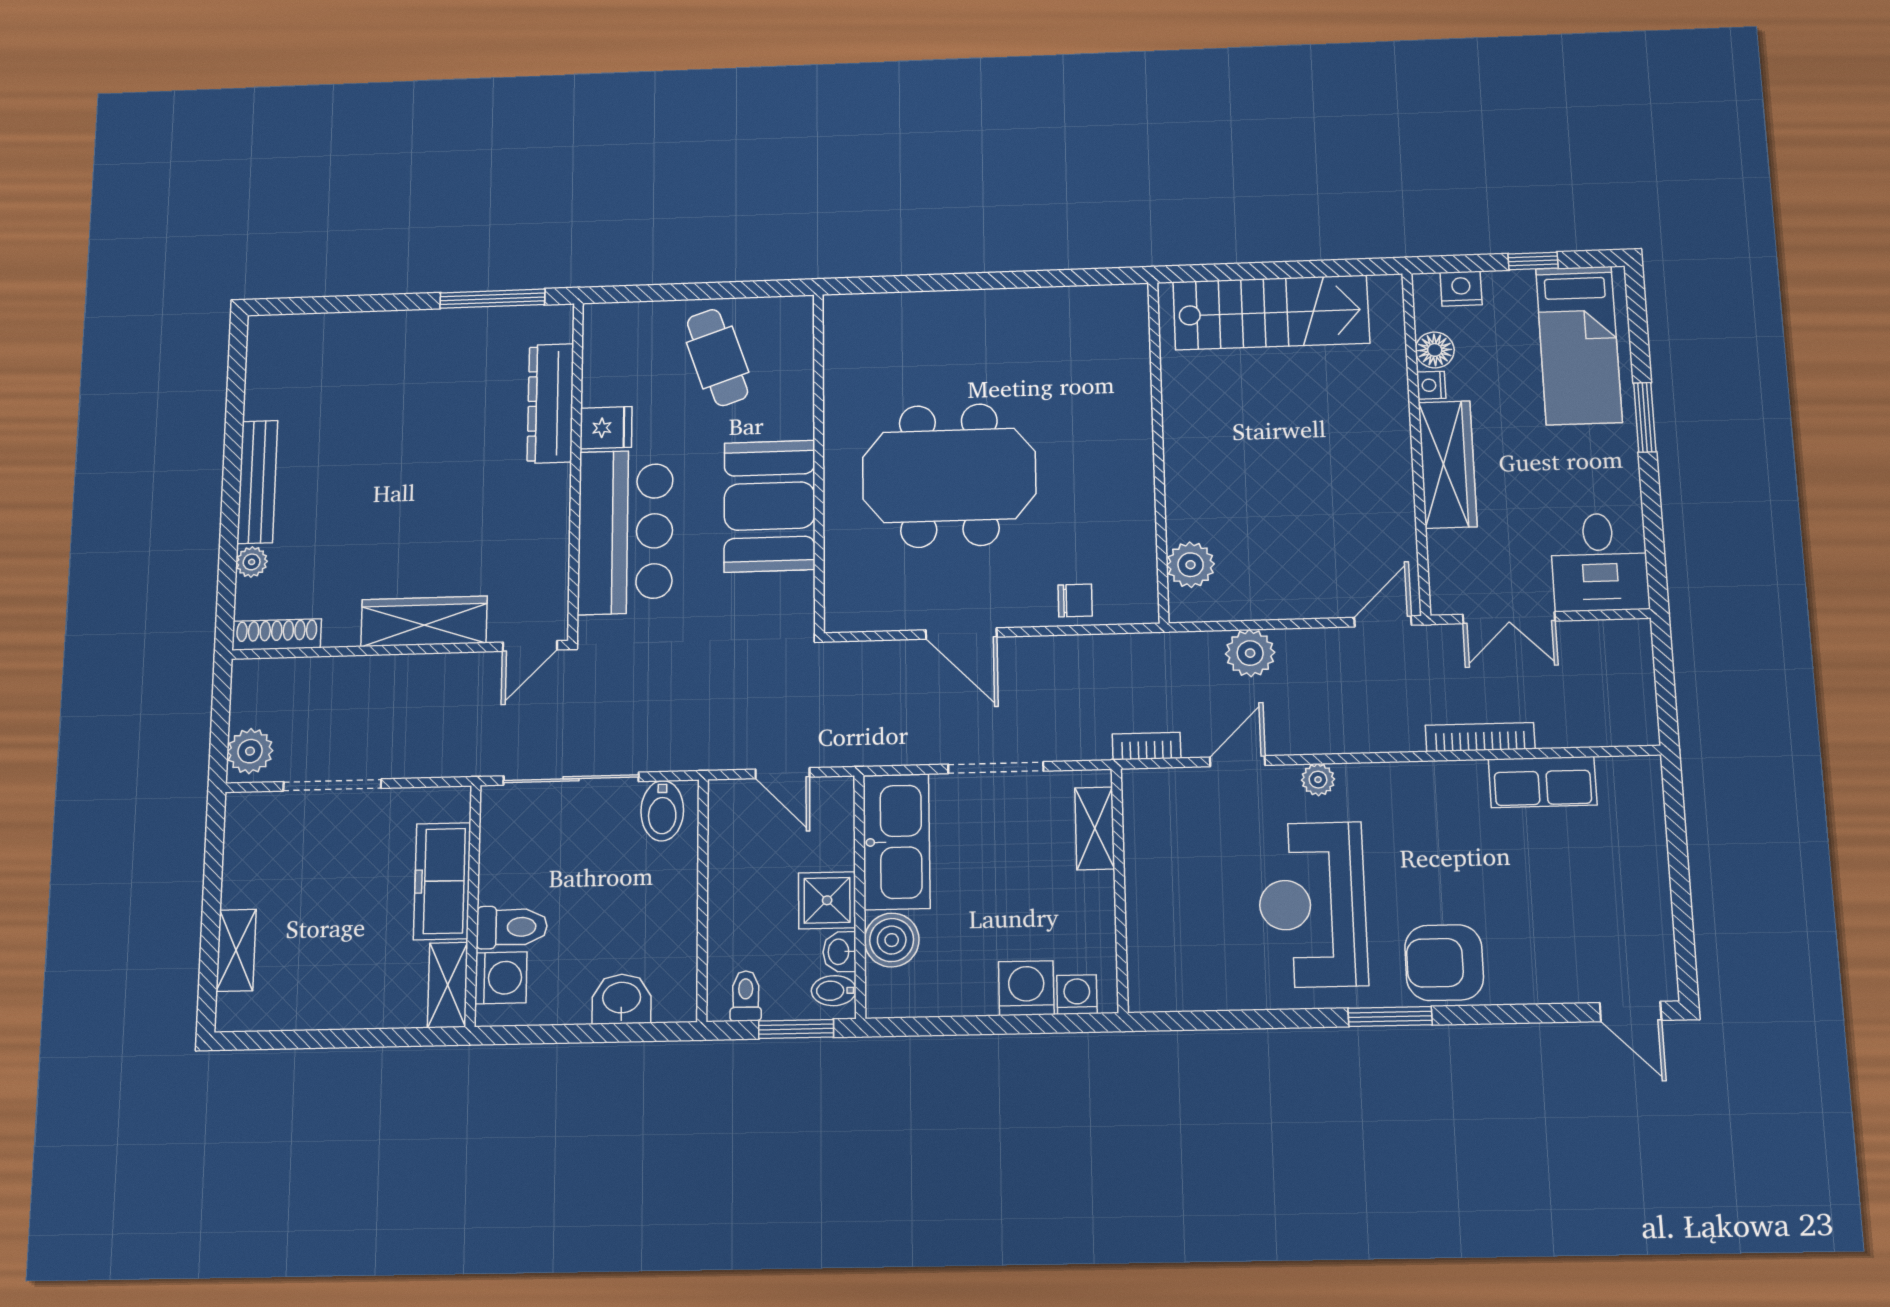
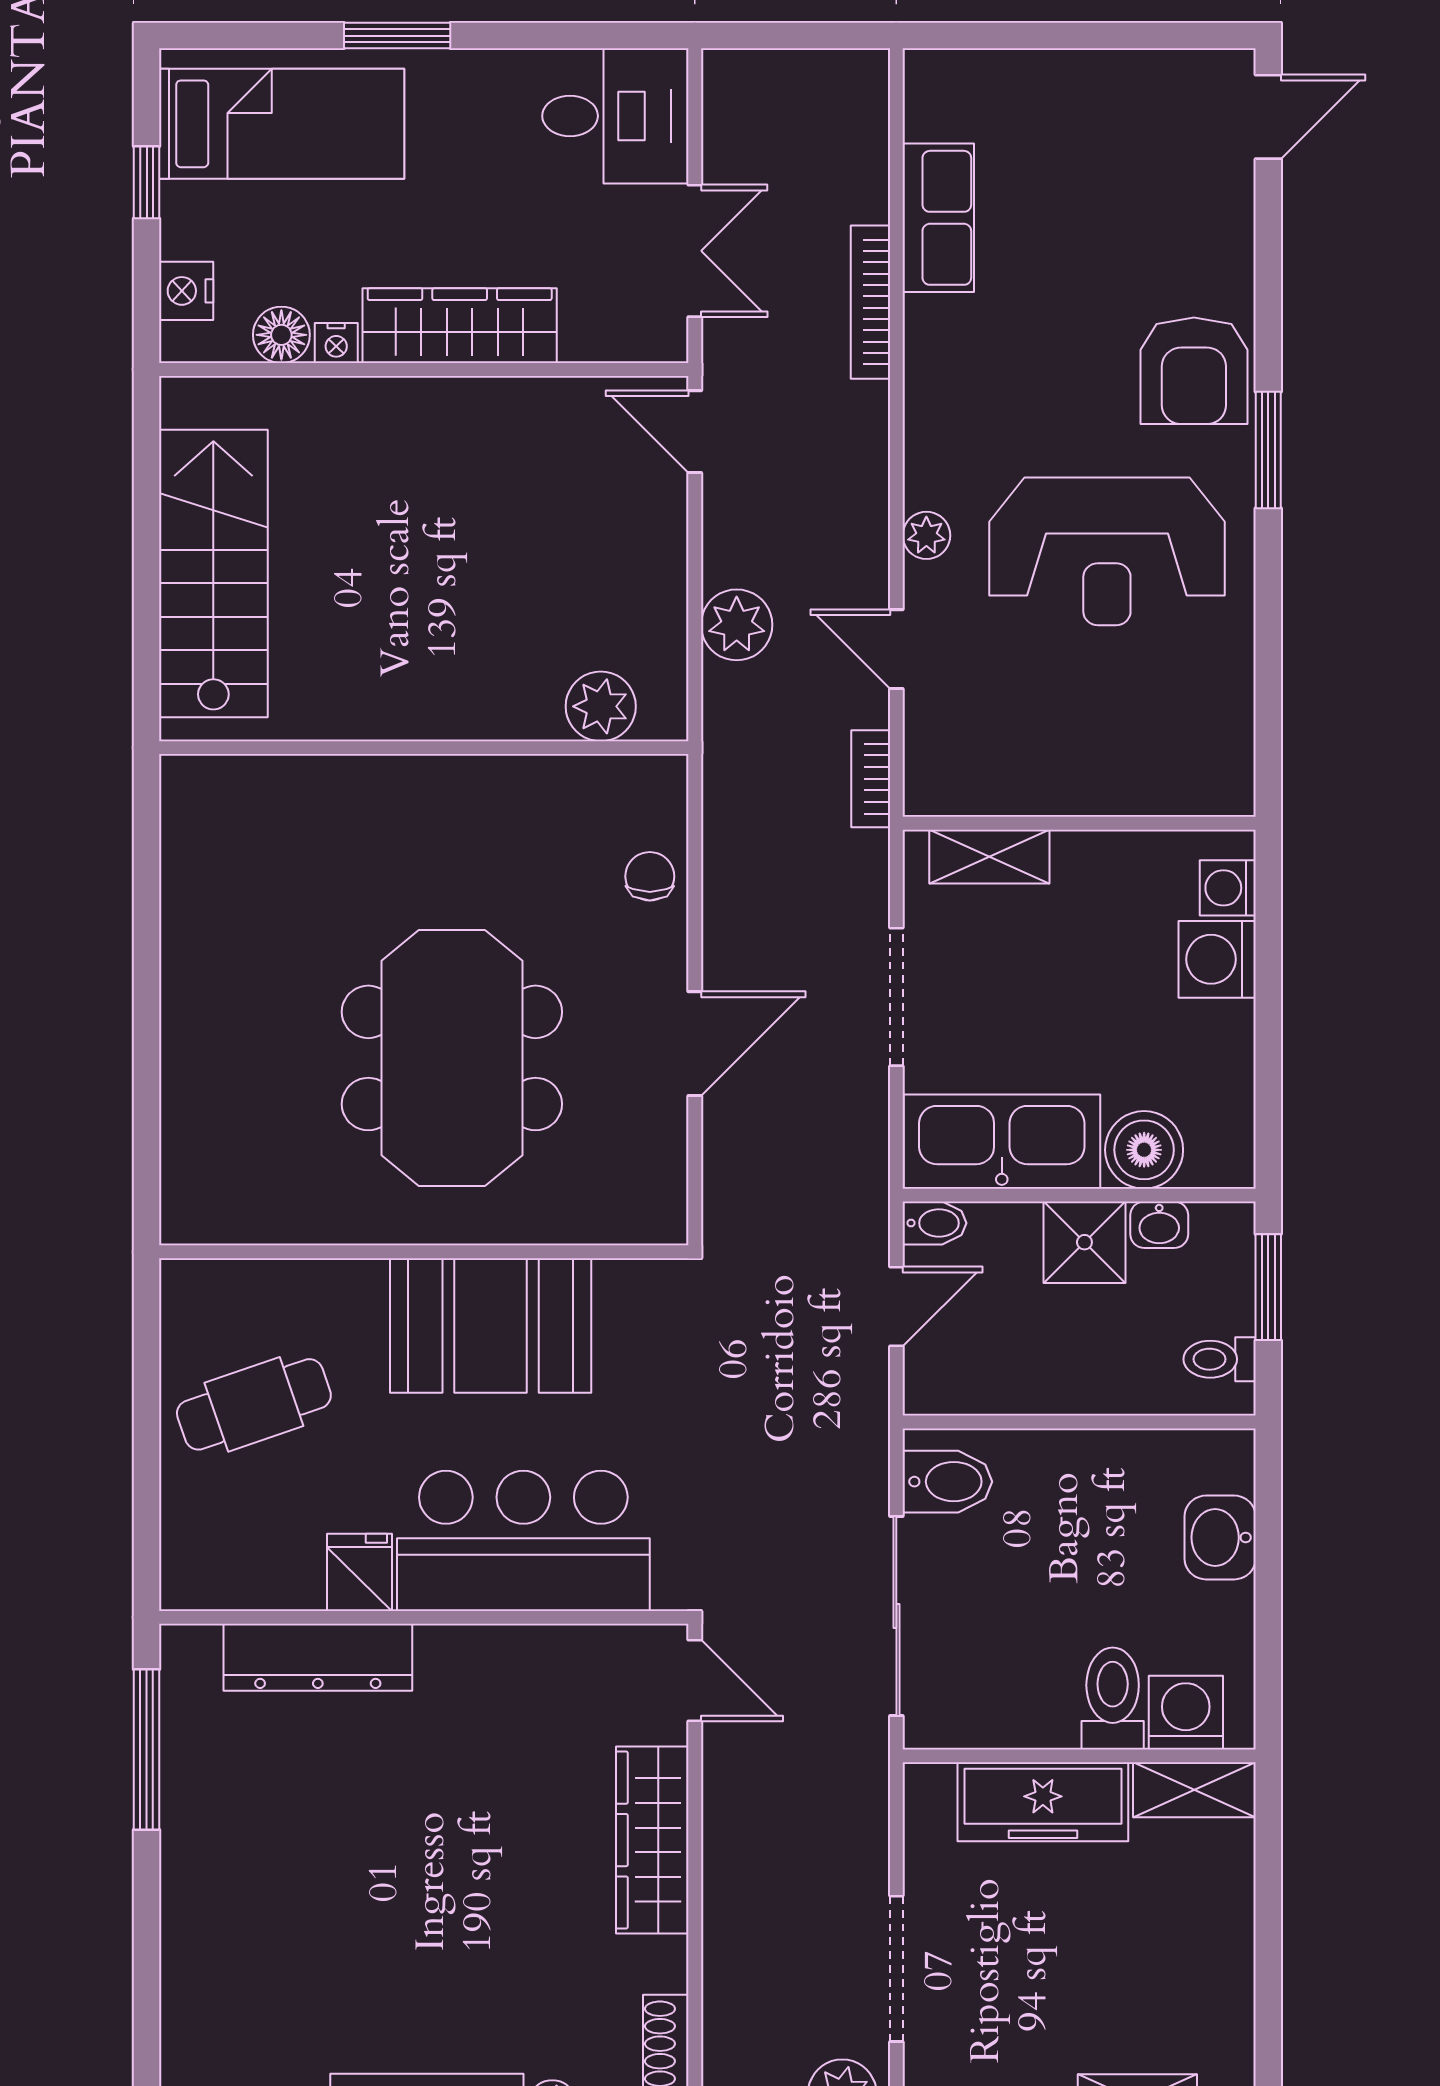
bidet: (834, 991) -> (935, 1223), moved, turned -90

